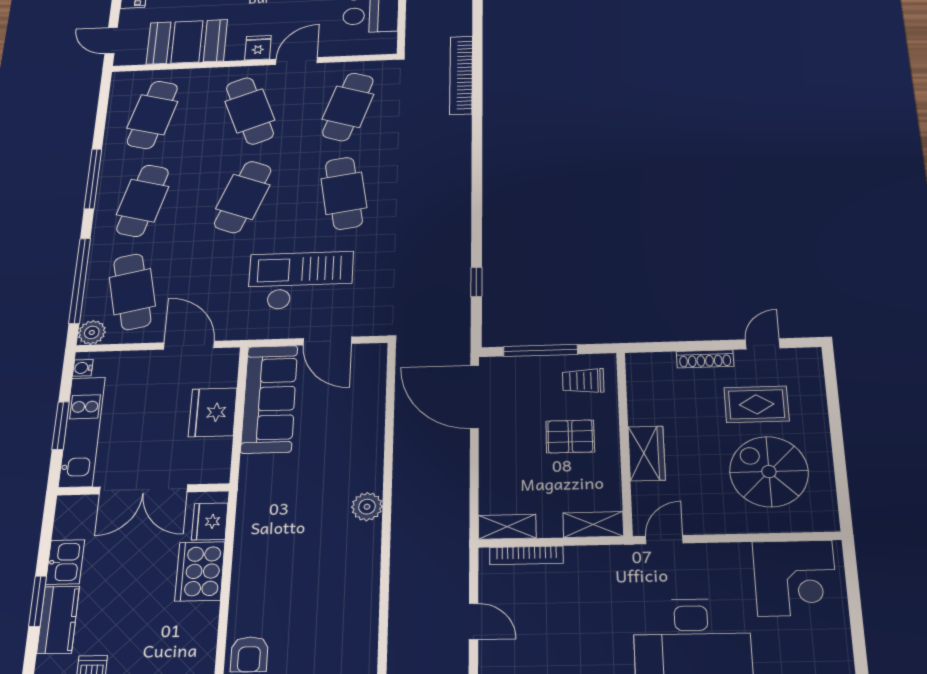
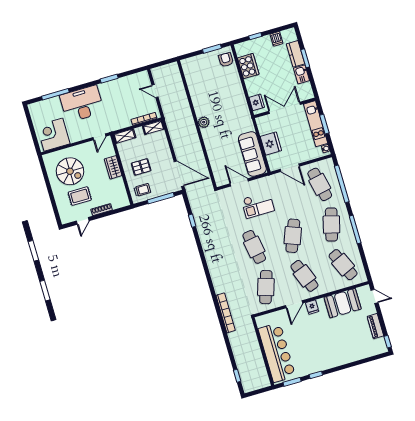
cafe table: (152, 115) -> (343, 265), turned -39
checkout: (300, 281) -> (258, 205), width x0.73, depth x0.83
plant: (92, 332) -> (328, 164), removed
cooker: (200, 571) -> (248, 66), moved

